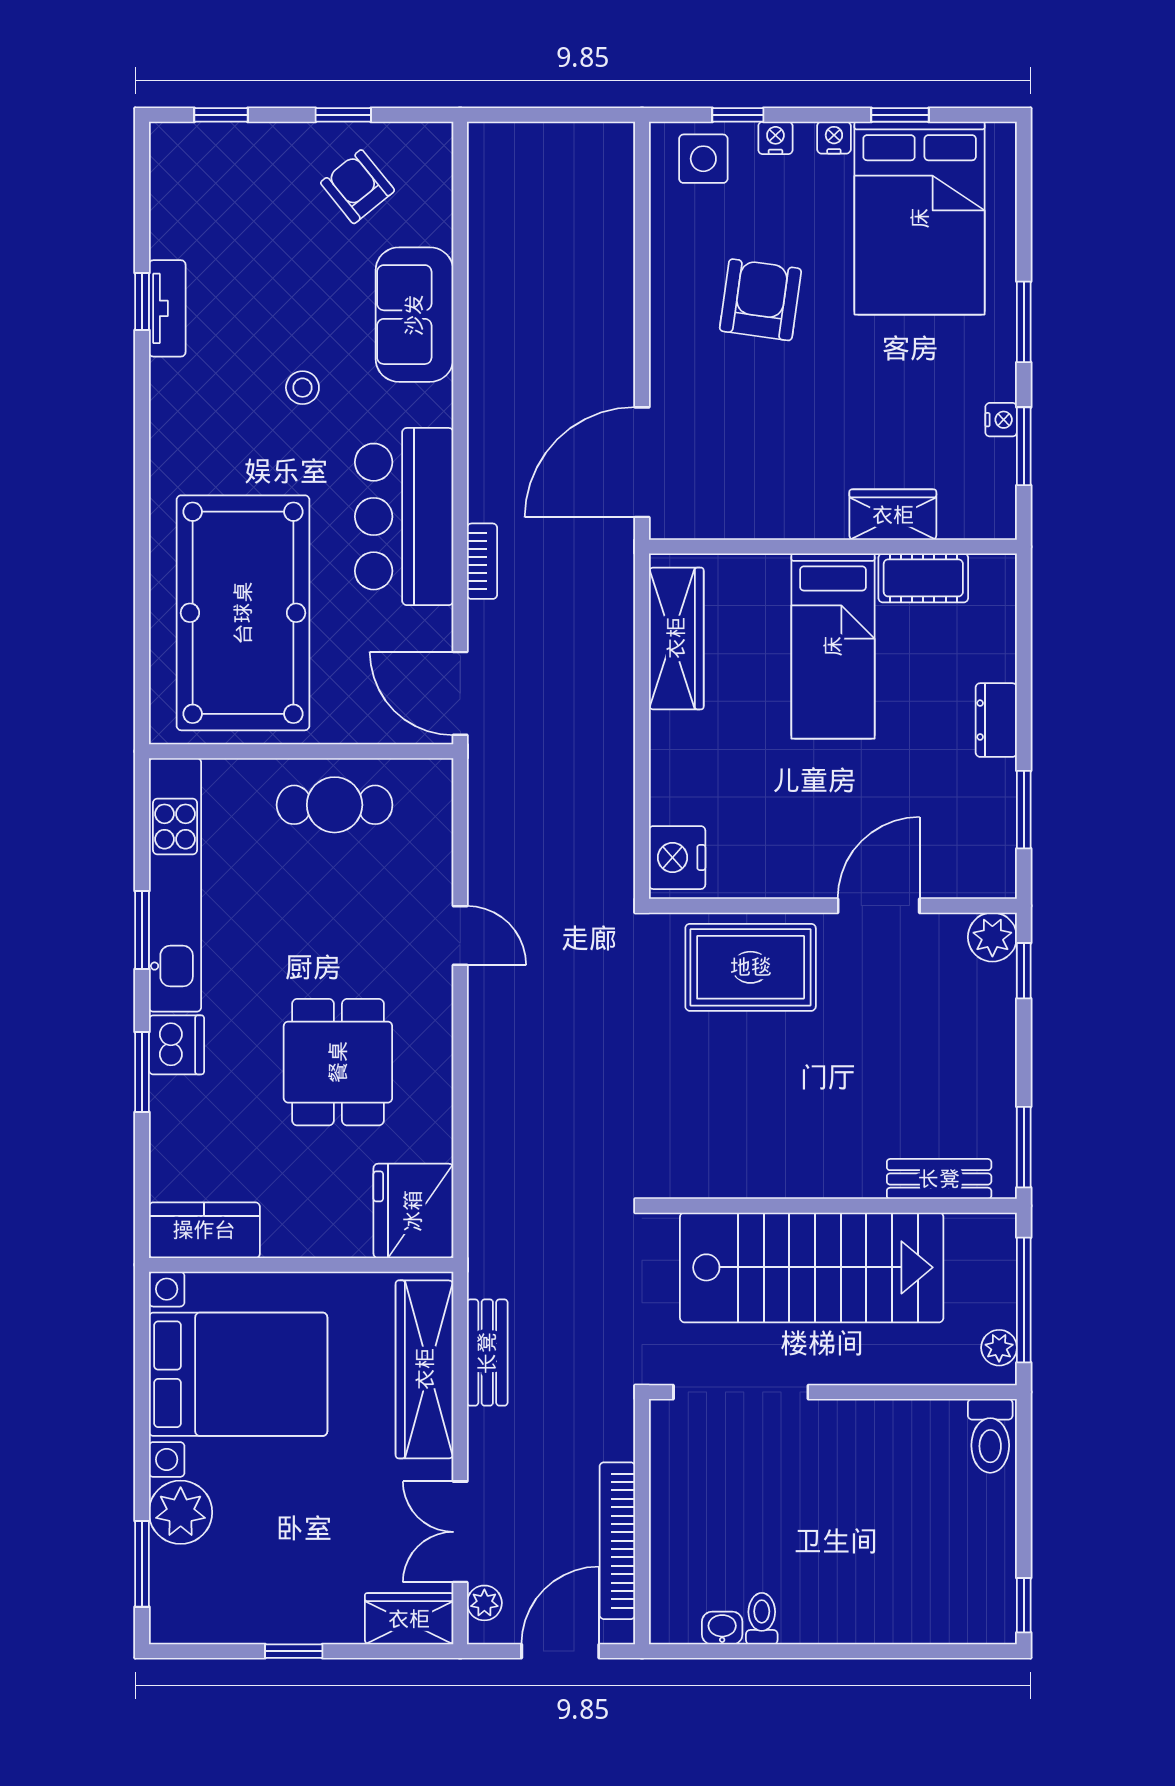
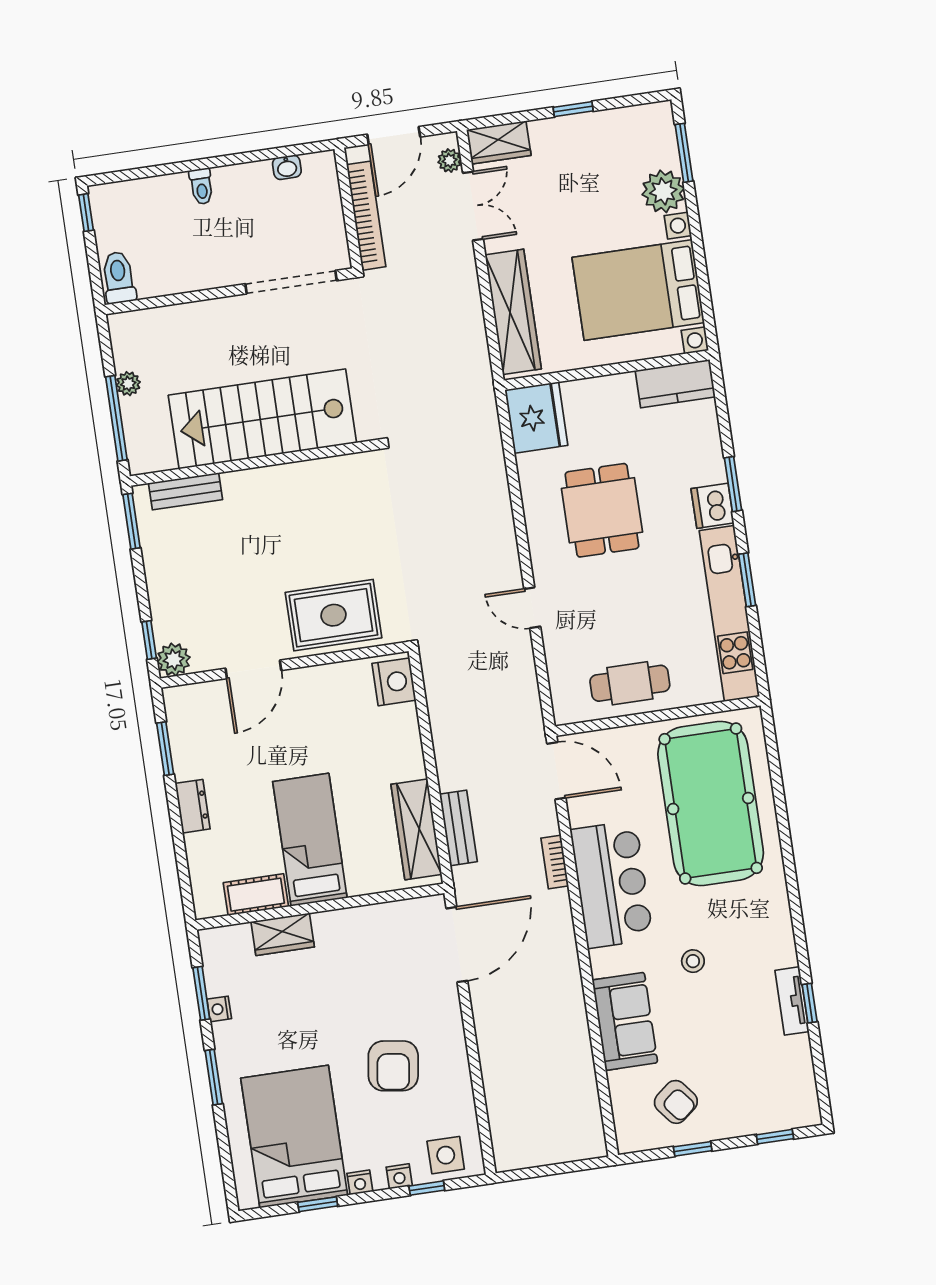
bench: (487, 1353) -> (458, 828), moved
doorway: (741, 1392) -> (291, 282), moved
wall: (833, 1392) -> (229, 291), moved
toilet: (990, 1436) -> (119, 277), moved
toilet: (762, 1619) -> (201, 186), moved

